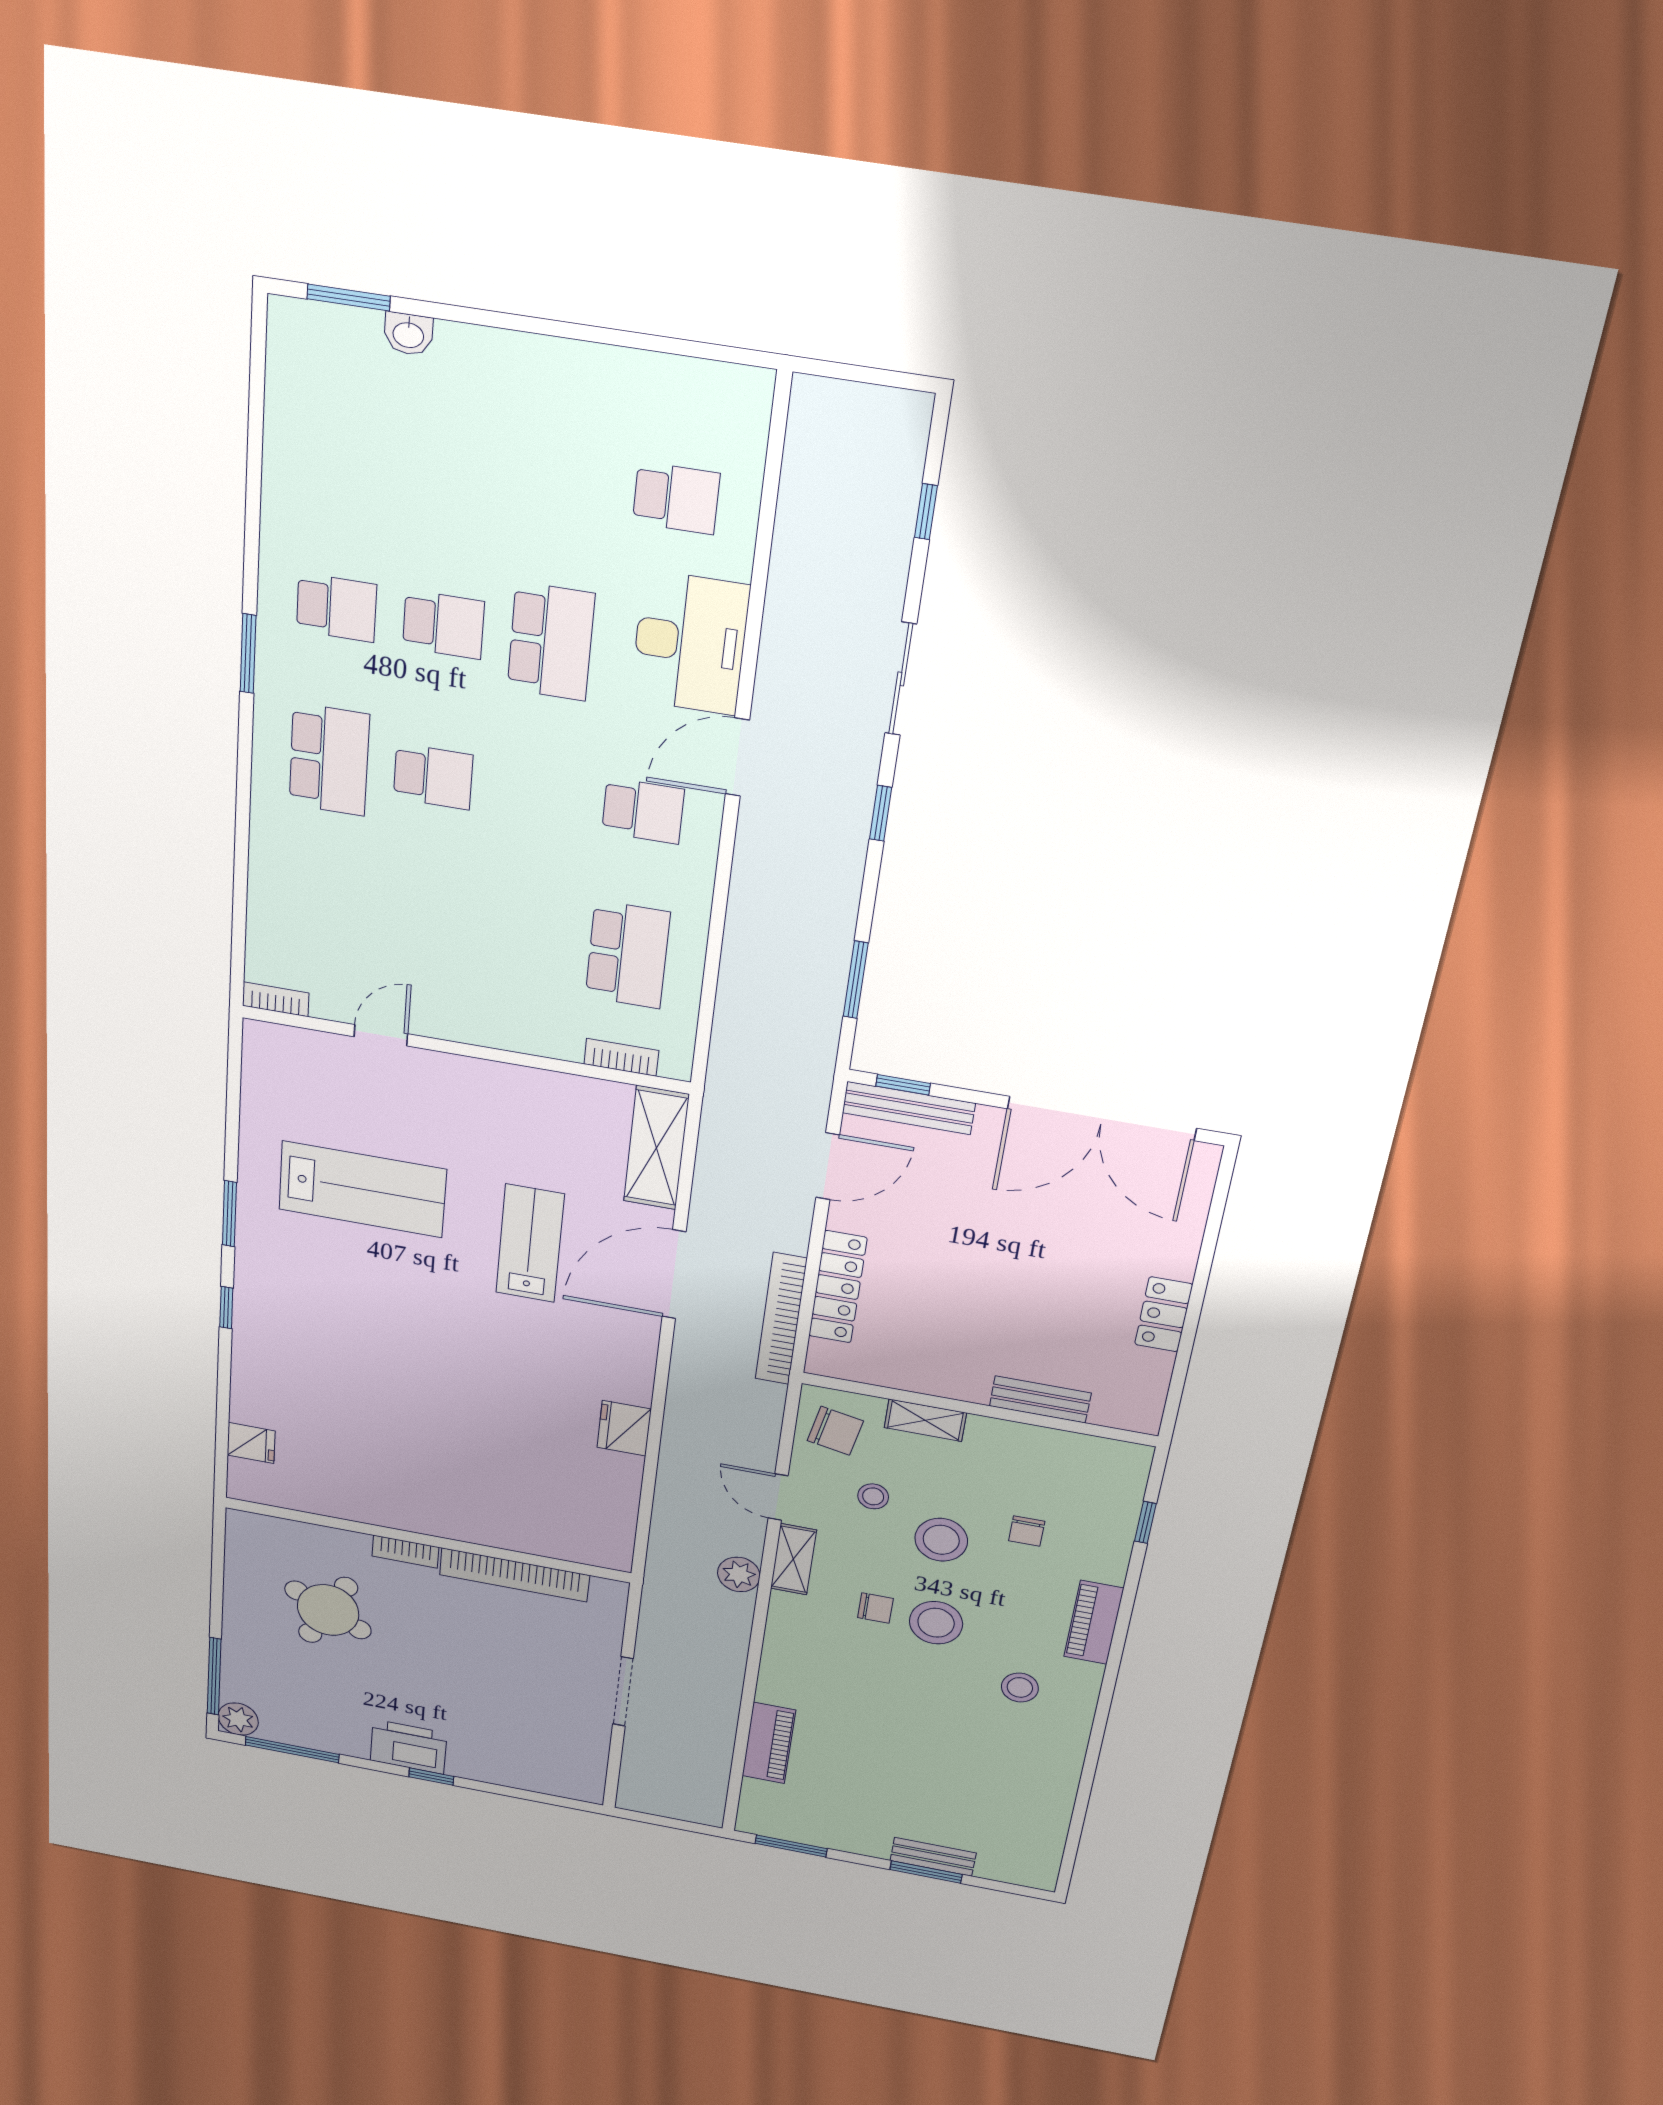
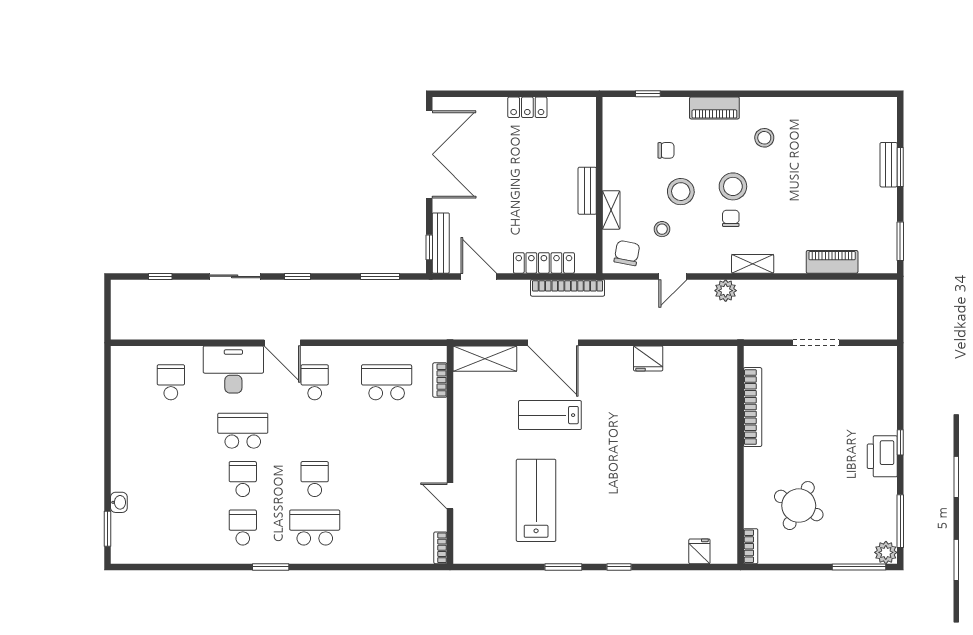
bench: (1040, 1399) -> (587, 191), moved
bookcase: (405, 1552) -> (751, 546), moved
shelving: (793, 1559) -> (753, 264), moved

